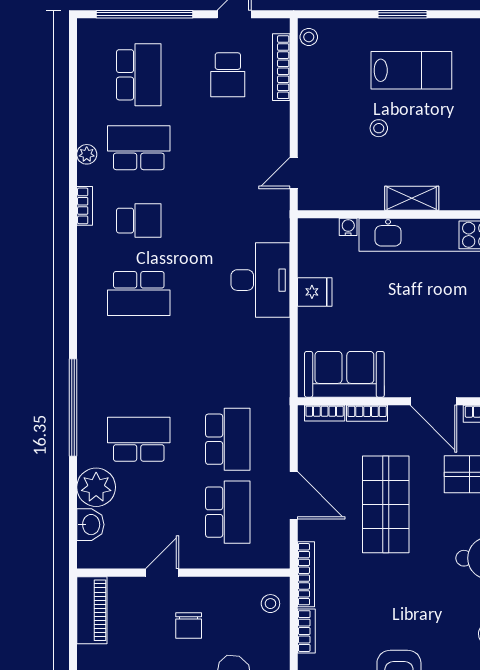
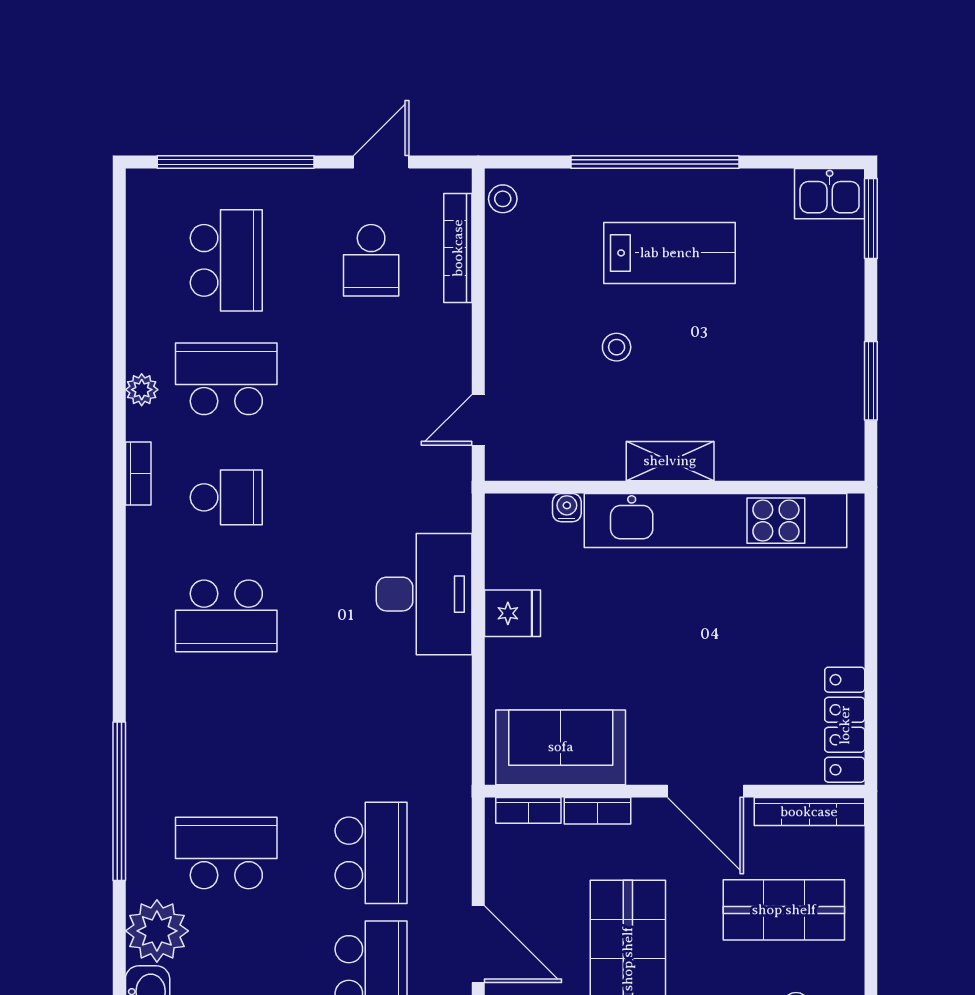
window: (402, 14) -> (655, 162), width x2.11

